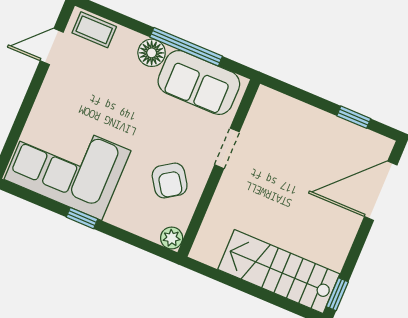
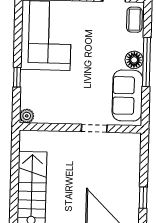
window: (186, 47) -> (146, 62), moved
armchair: (170, 181) -> (61, 101), removed
window: (82, 218) -> (17, 77), moved

